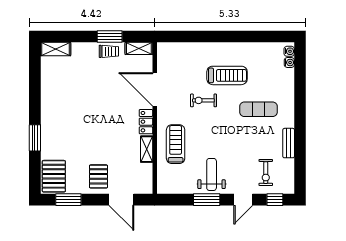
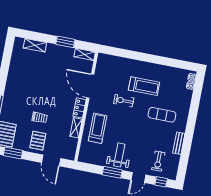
shelving: (56, 49) -> (35, 45), moved
trolley: (109, 51) -> (40, 118), moved

